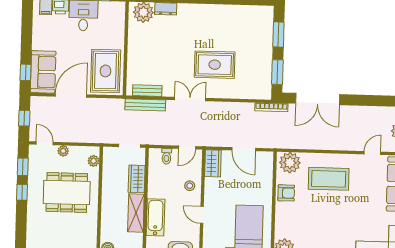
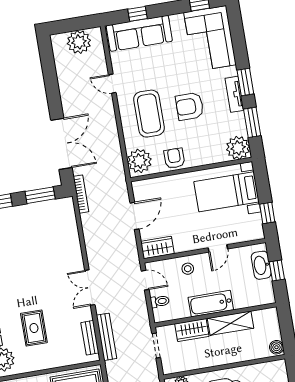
rug: (215, 65) -> (34, 328), moved, width x0.73, depth x0.70
door: (372, 153) -> (112, 84), moved
armchair: (328, 215) -> (190, 106), added
bathtub: (155, 217) -> (211, 304), moved

